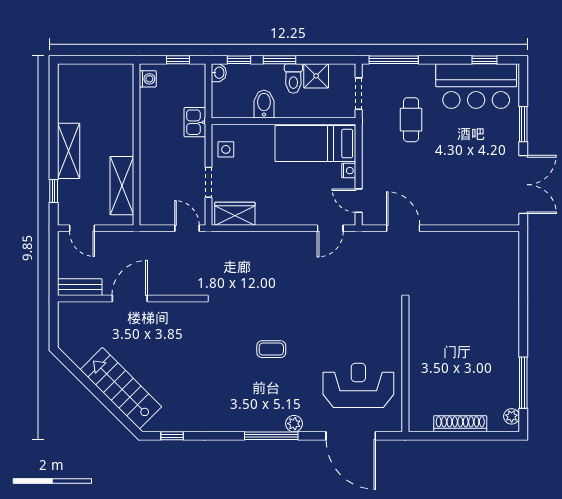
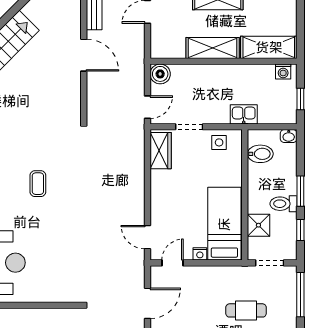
window: (239, 60) -> (300, 230), moved
shower: (316, 76) -> (258, 225), moved
shelving: (121, 95) -> (269, 47), added
bidet: (264, 104) -> (260, 154), moved
shelving: (122, 186) -> (213, 48), moved
boiler: (150, 214) -> (160, 74), added

